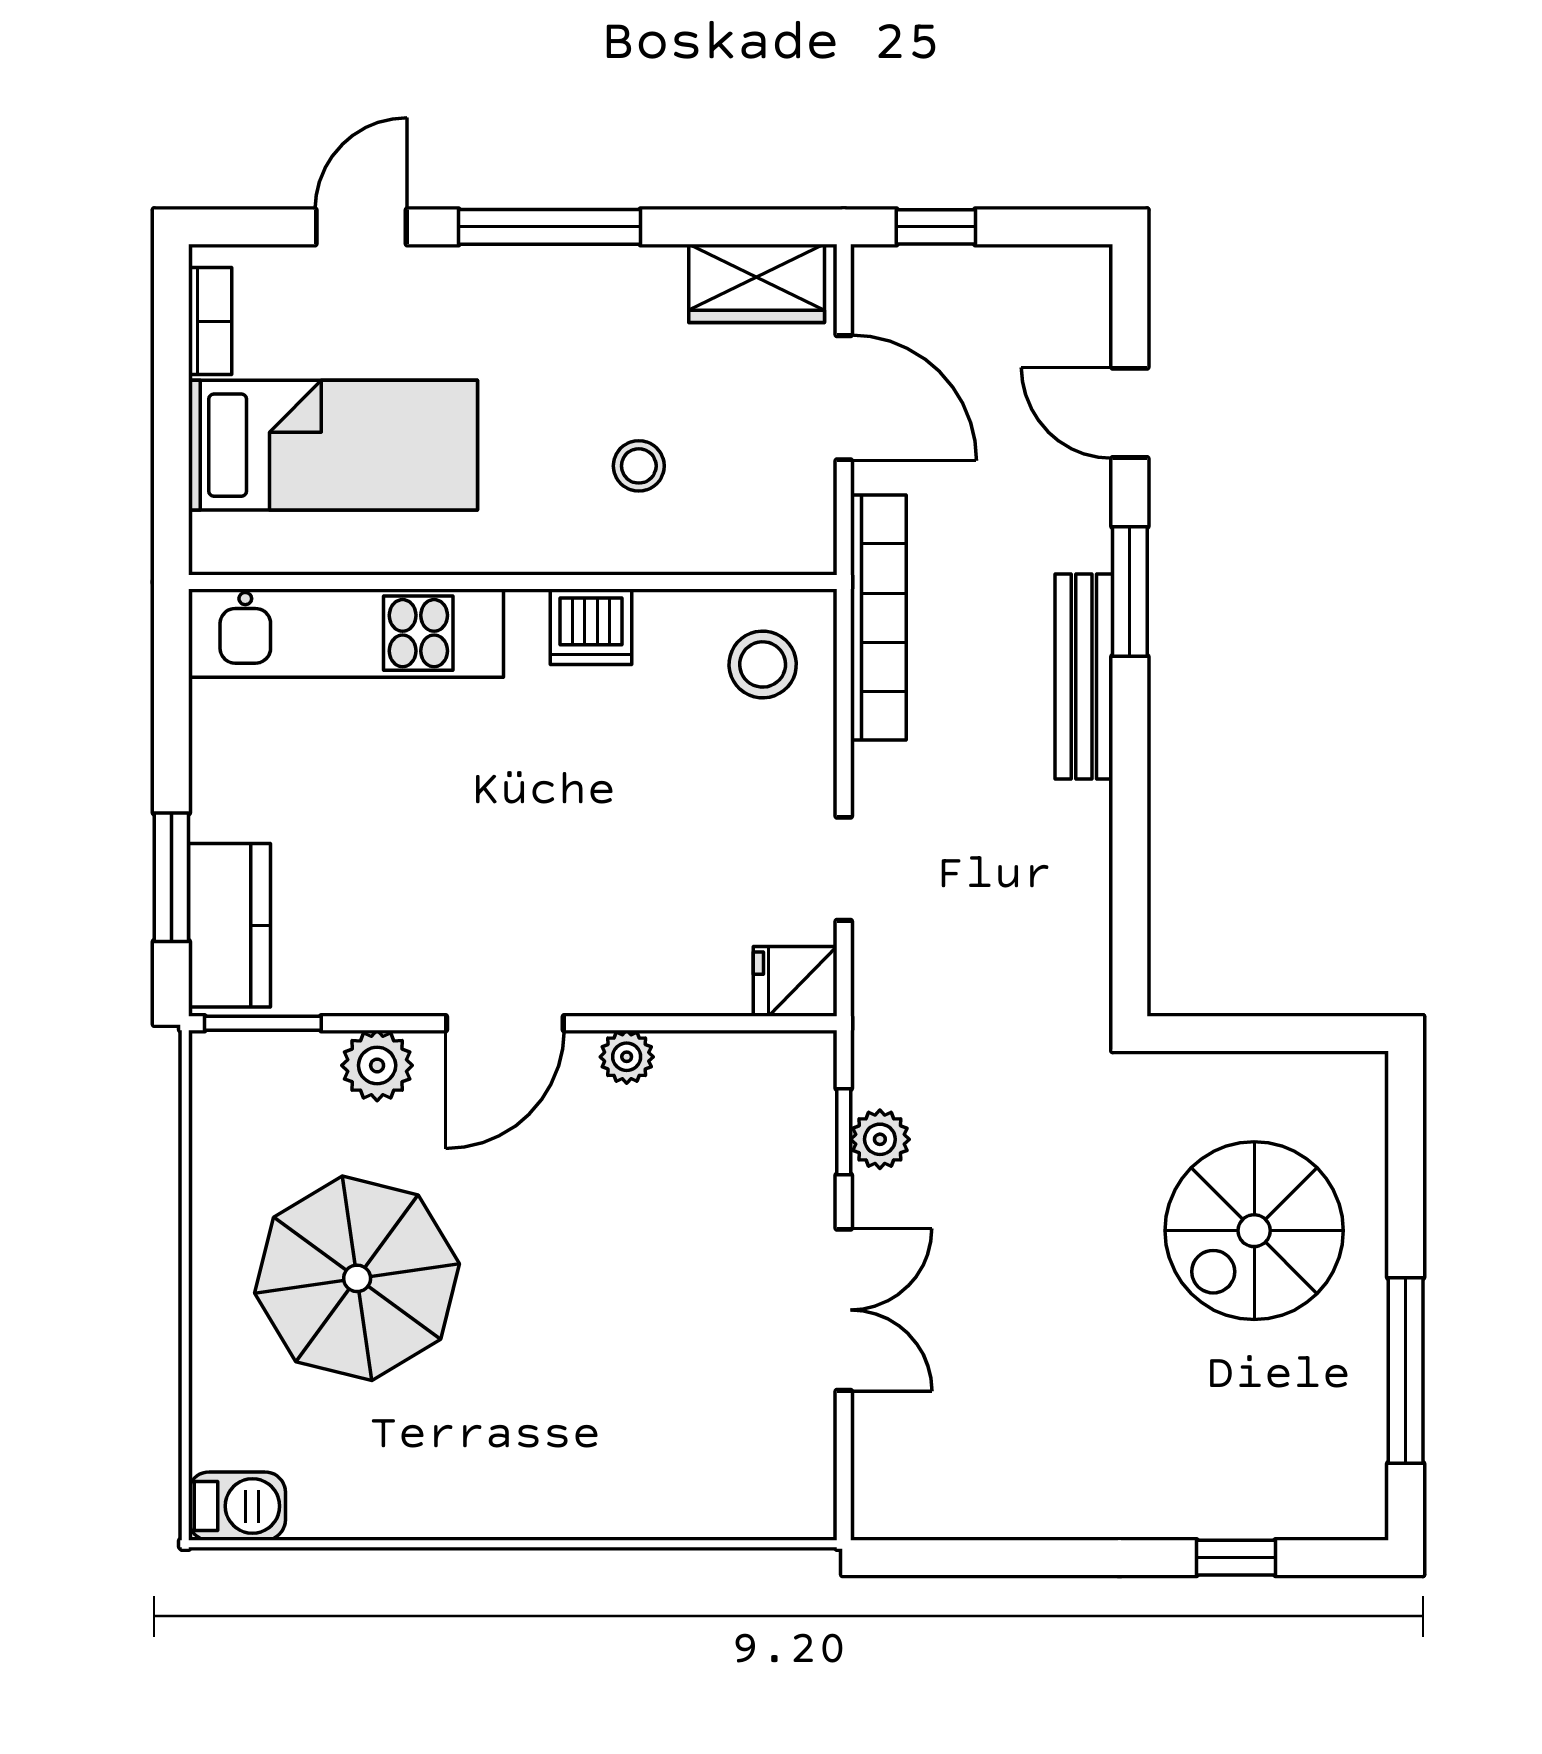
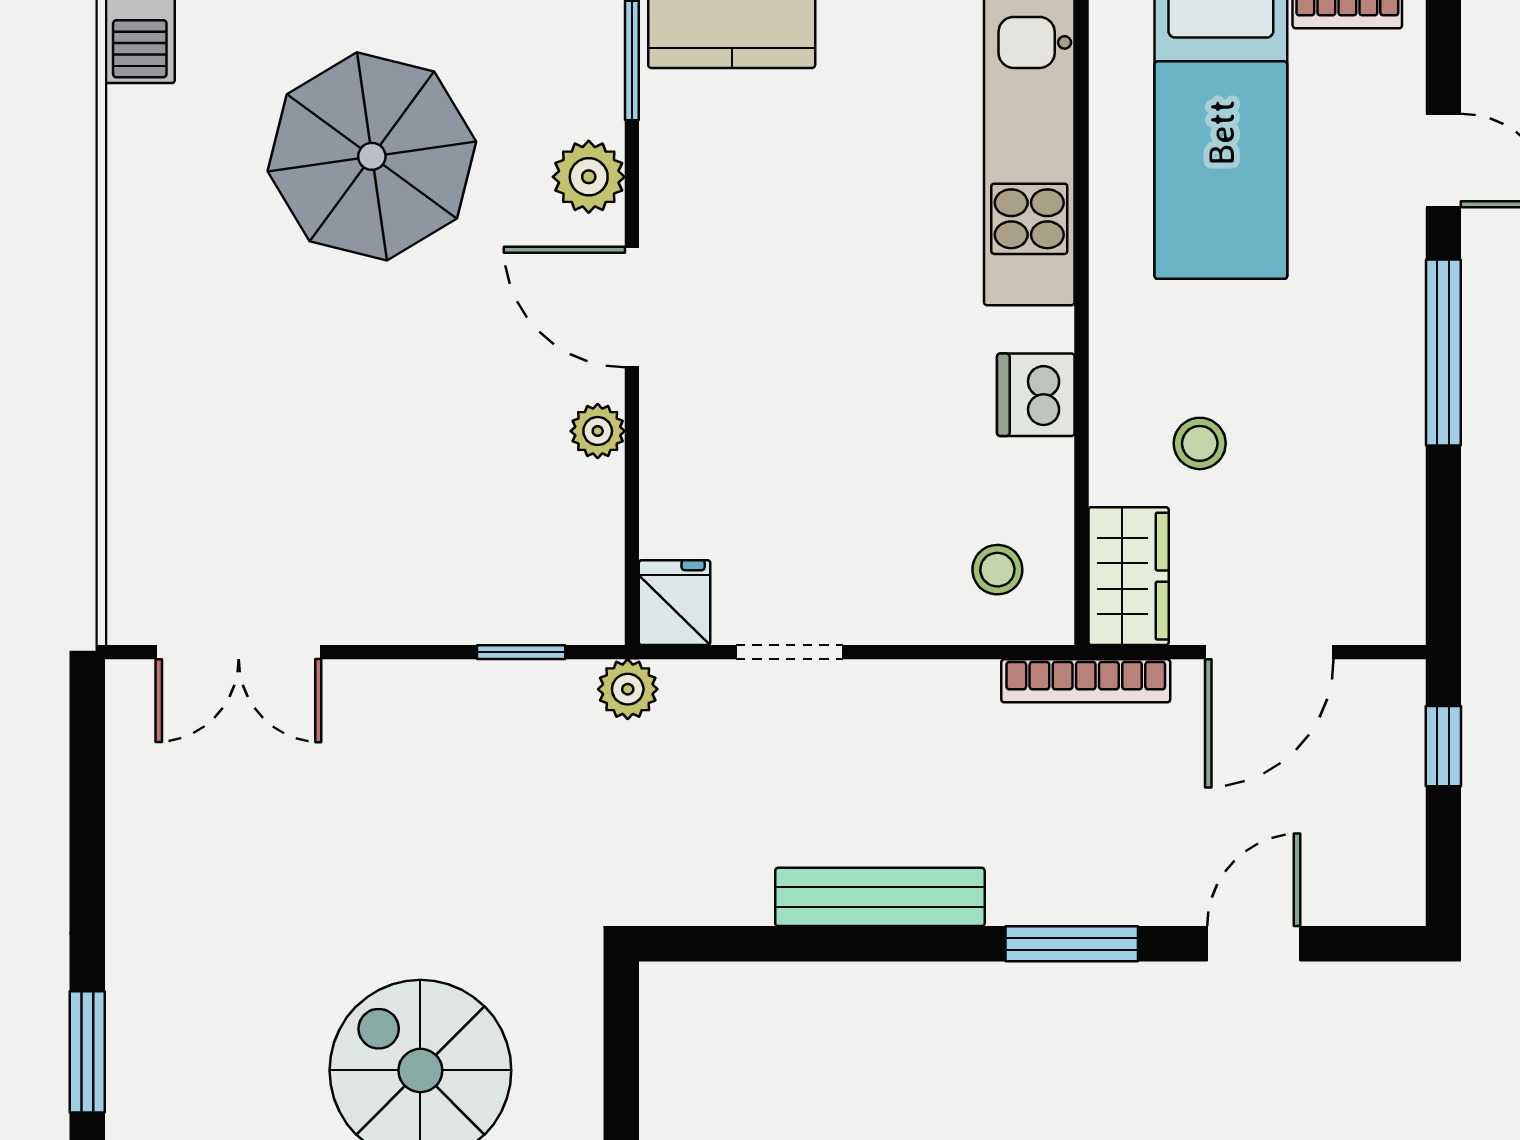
wardrobe: (757, 283) -> (1129, 576), moved, turned 180
bookcase: (878, 618) -> (1086, 681), width x0.68, depth x0.76
stool: (763, 664) -> (997, 570), width x0.73, depth x0.73
bench: (1084, 677) -> (880, 897), moved
plant: (880, 1139) -> (628, 689), moved
double door: (844, 1310) -> (239, 652), moved
window: (1236, 1558) -> (87, 1052), width x1.50

